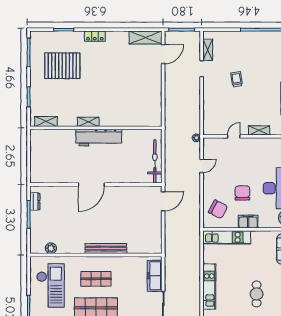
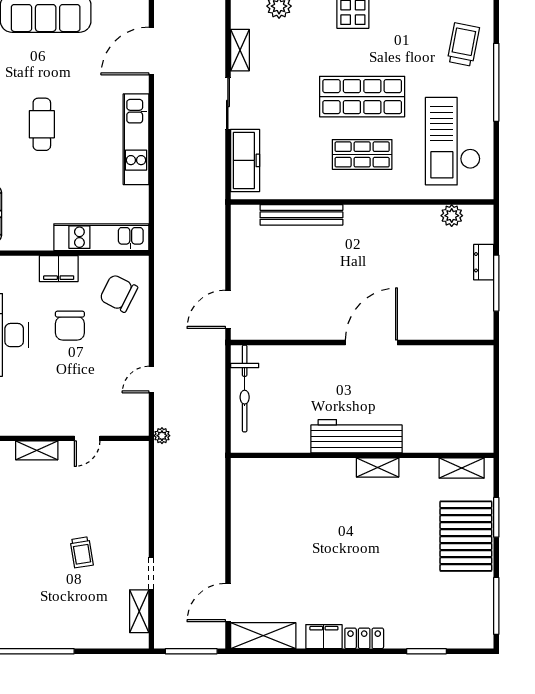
filing cabinet: (115, 37) -> (324, 637), added
pallet: (62, 66) -> (466, 536), moved, turned 90
dresser: (35, 201) -> (484, 262), moved
bench: (106, 249) -> (301, 215), moved

